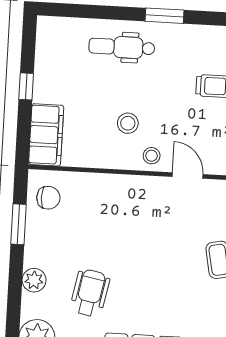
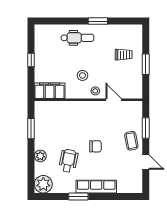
dental chair: (122, 47) -> (77, 38), turned 180
filing cabinet: (46, 135) -> (50, 91), moved, turned -90
chair: (48, 198) -> (95, 146), moved

